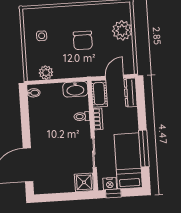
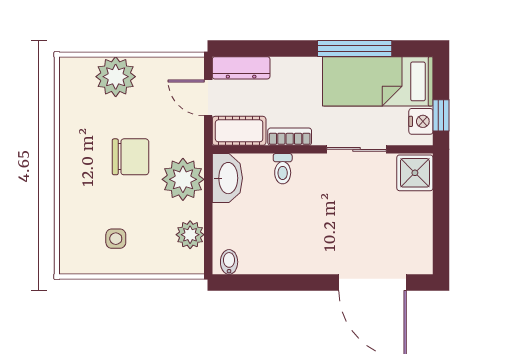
plant: (73, 67) -> (183, 179), added

